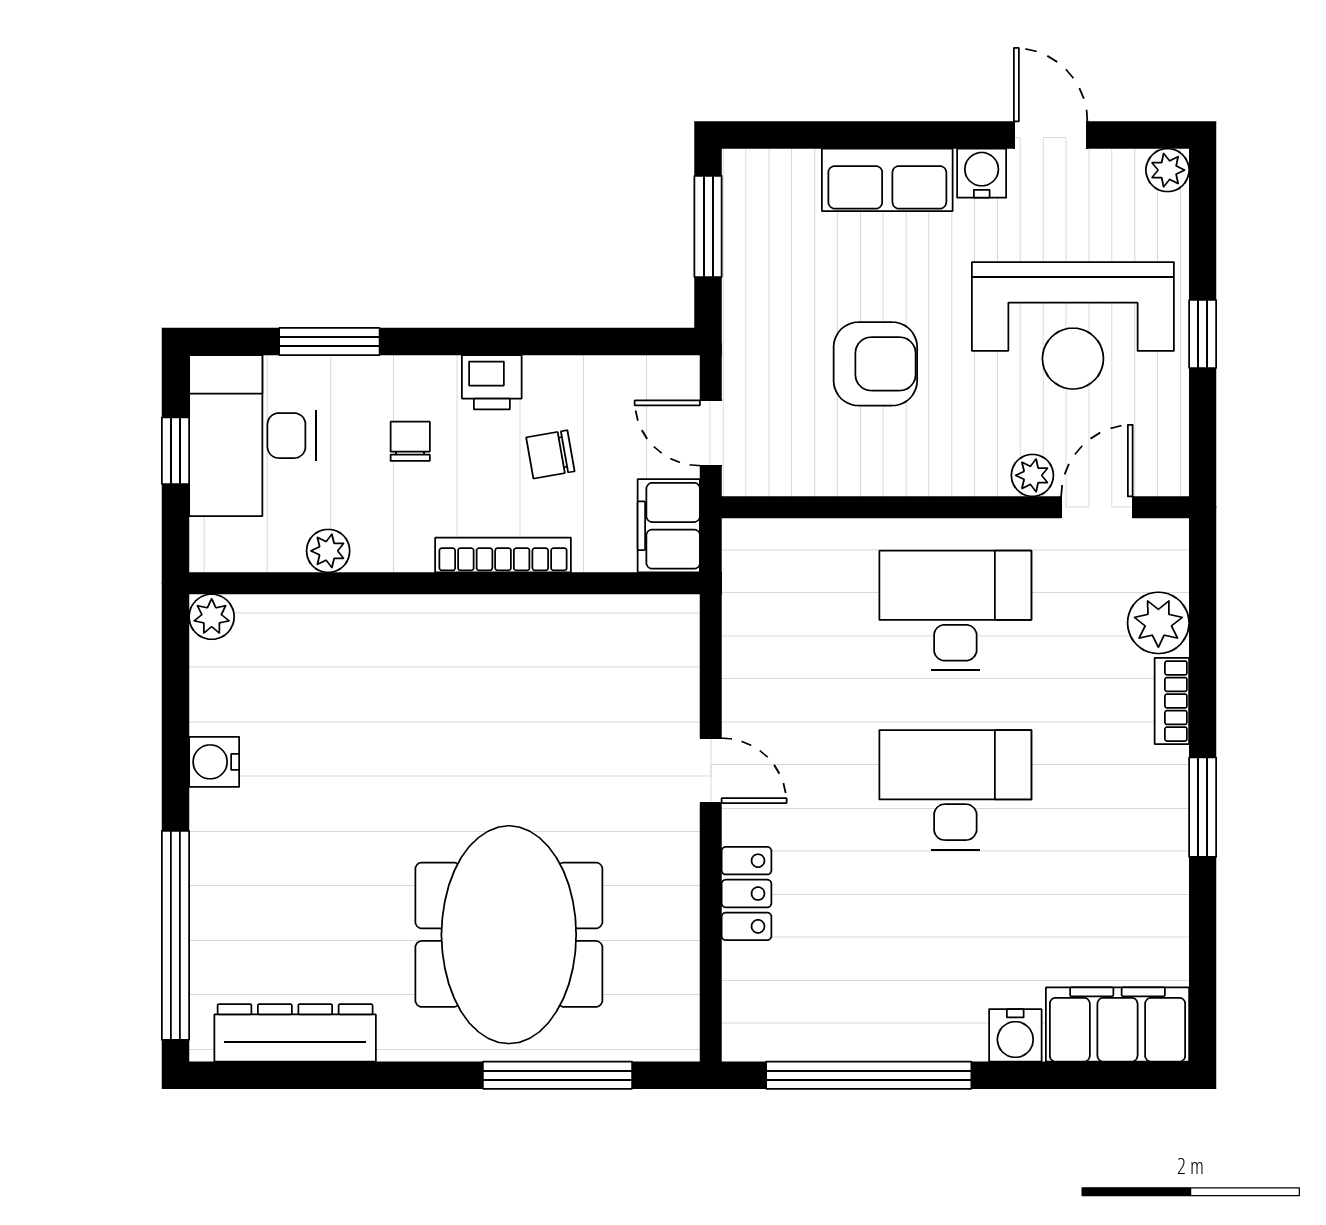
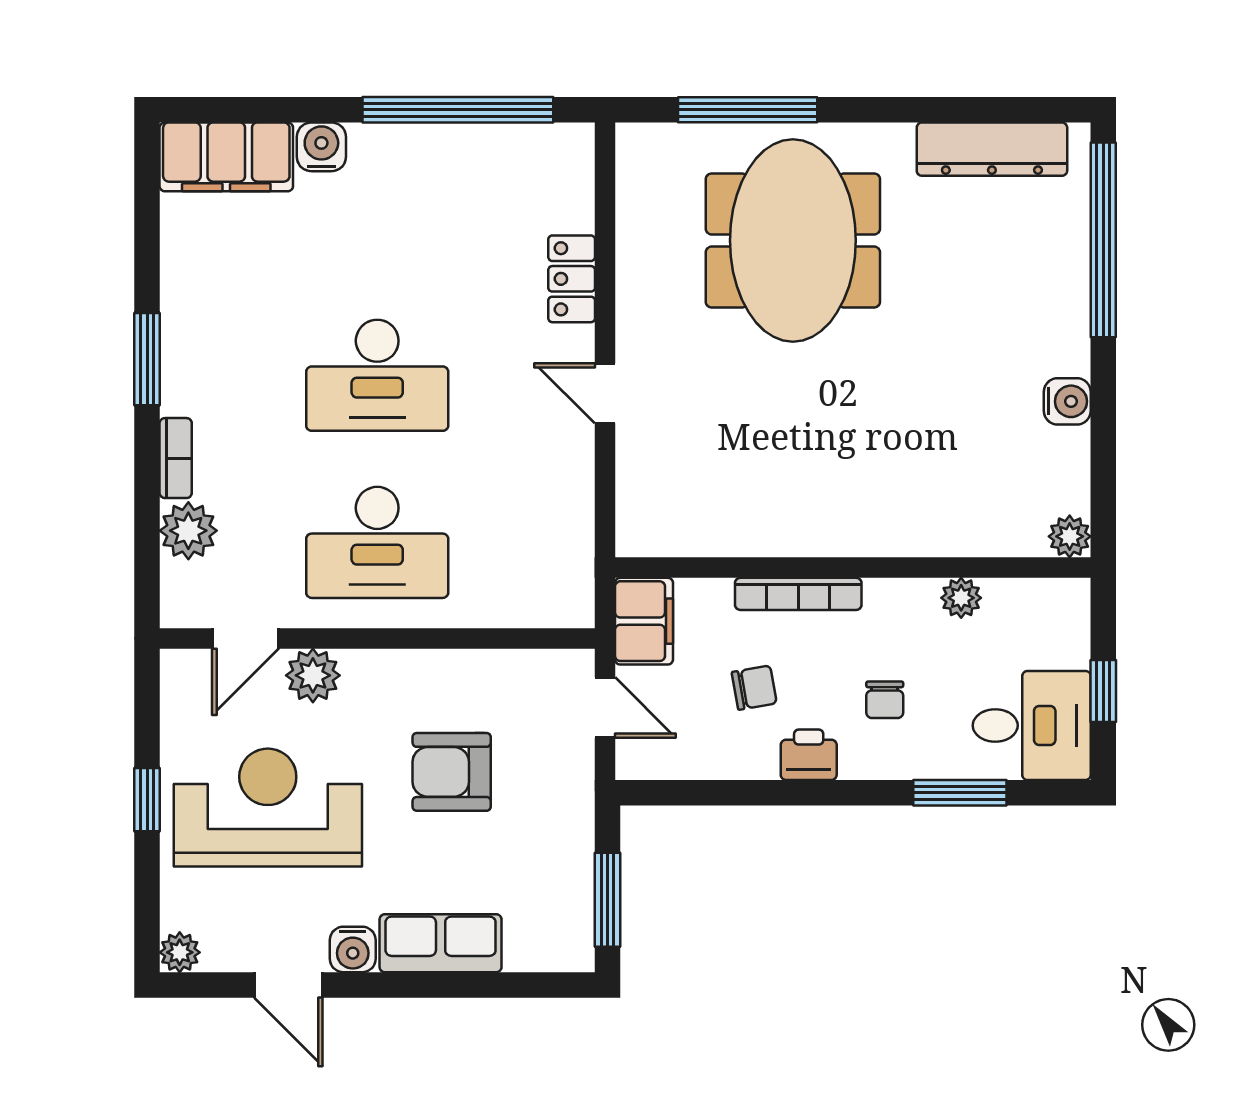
desk: (252, 436) -> (1032, 725), width x0.73
plant: (1032, 475) -> (313, 675), width x1.38, depth x1.38

